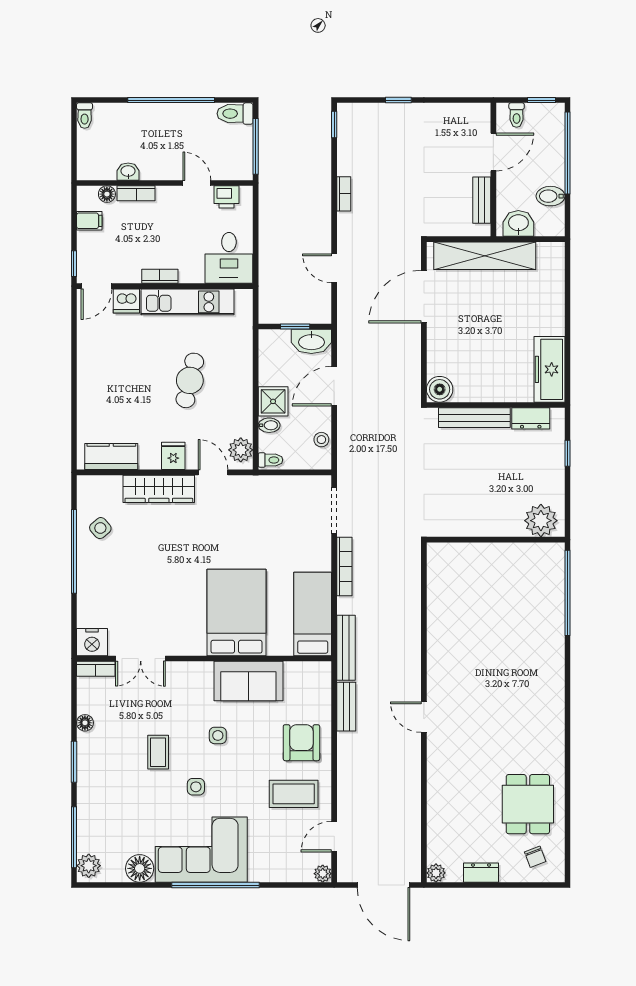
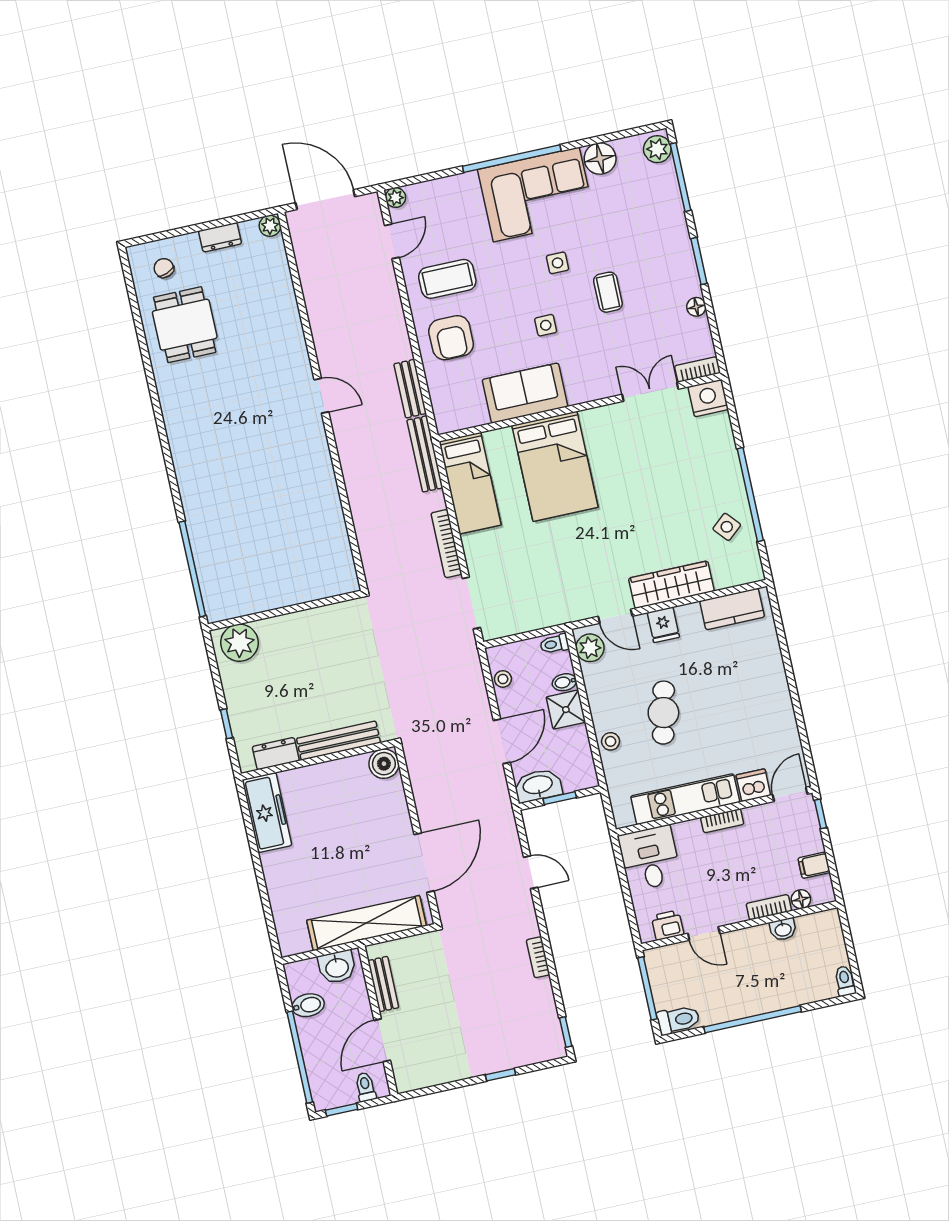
stool: (241, 366) -> (611, 741), added

